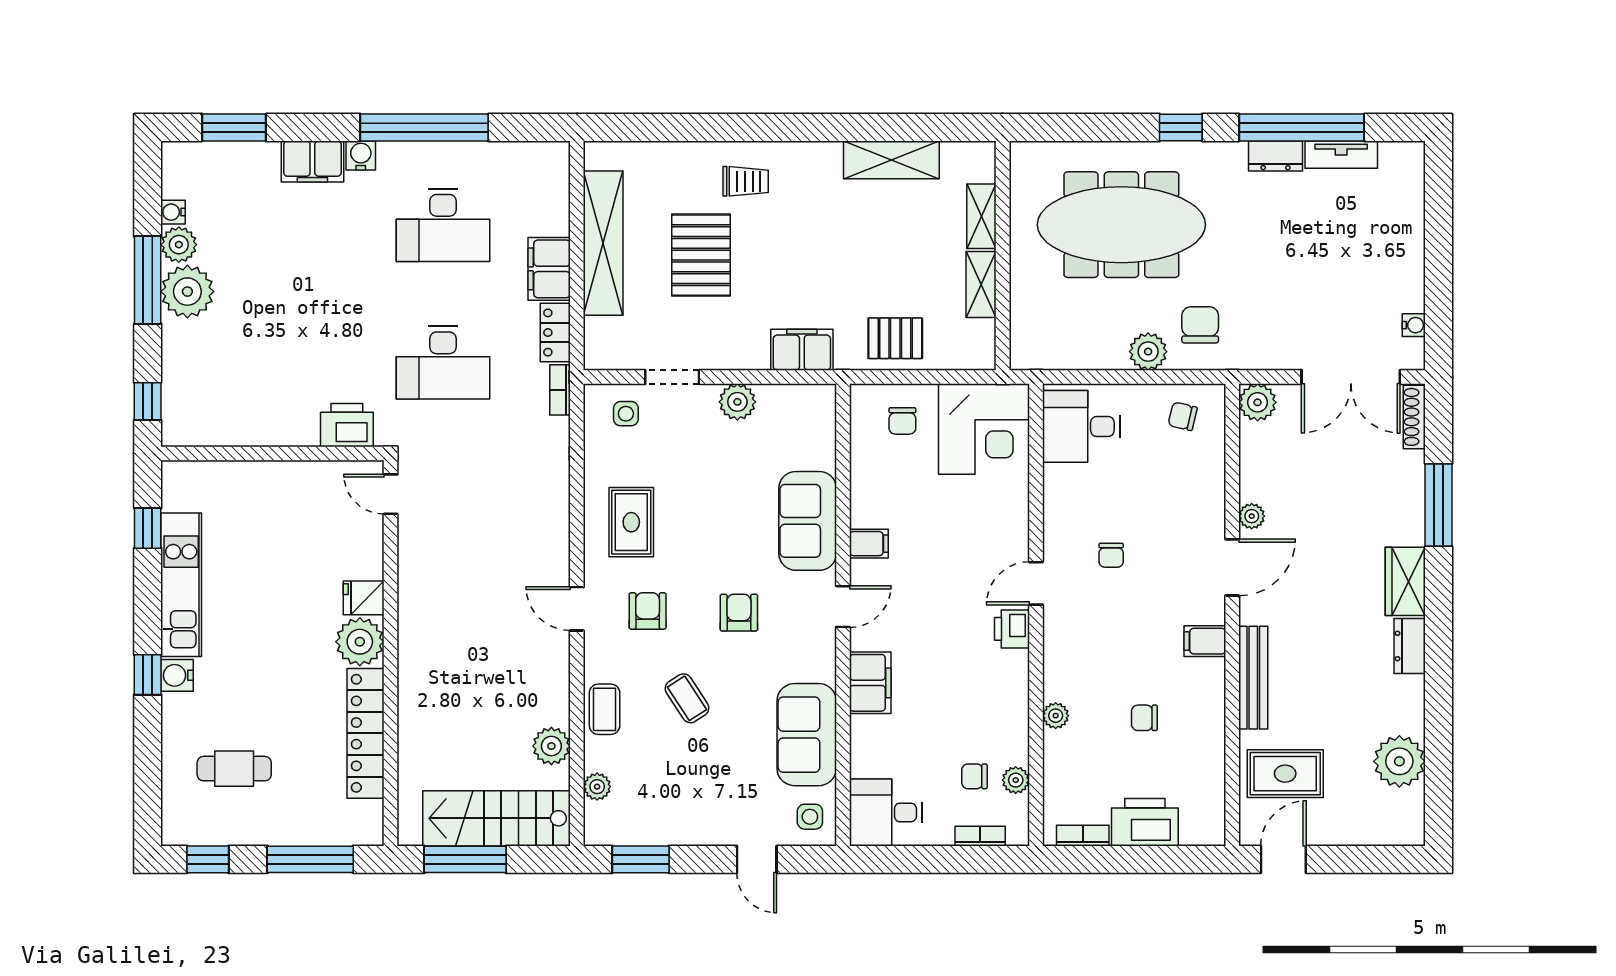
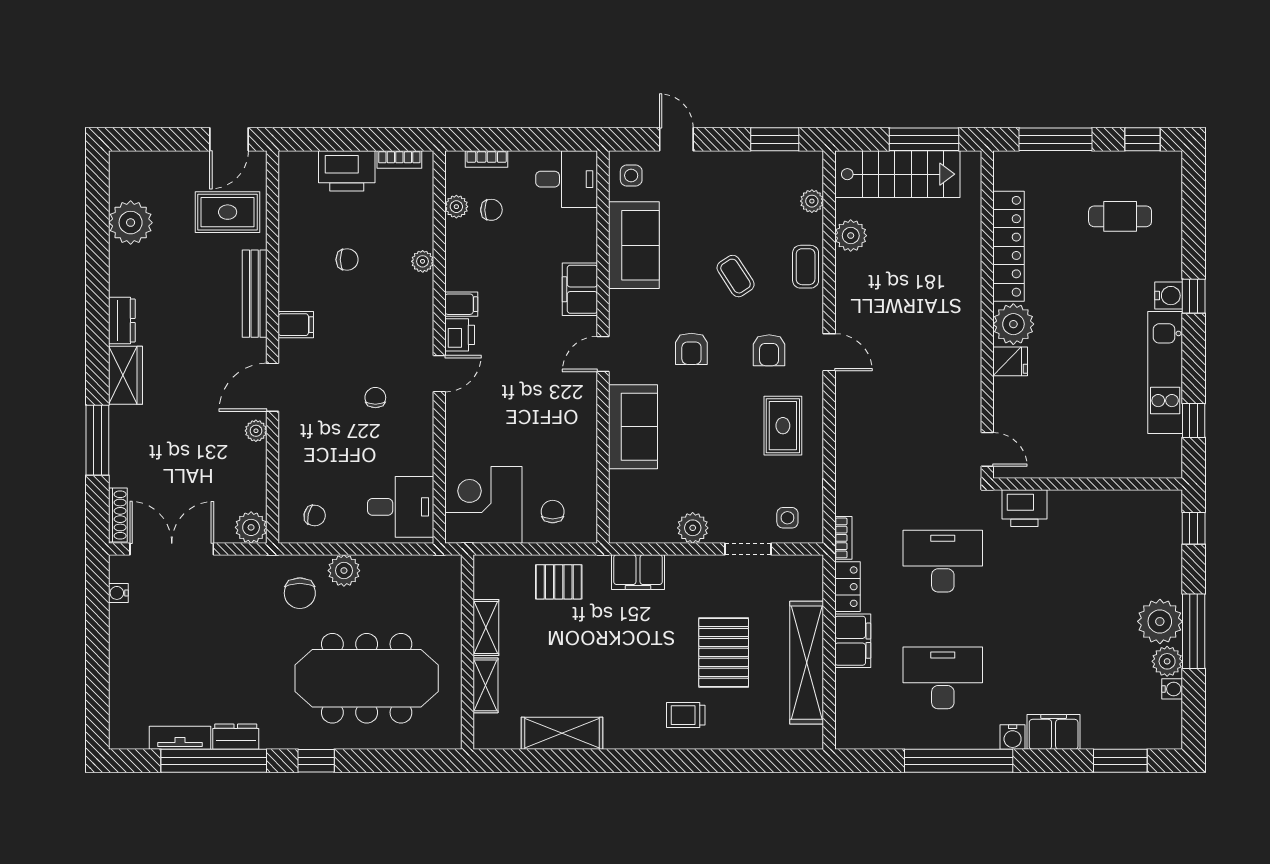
filing cabinet: (869, 544) -> (461, 304), moved, turned 180

